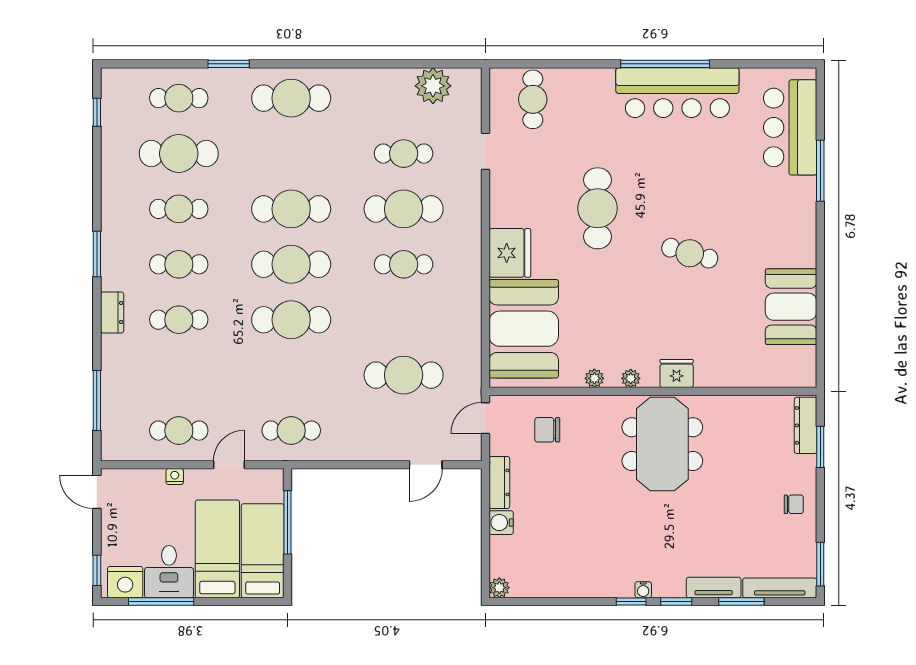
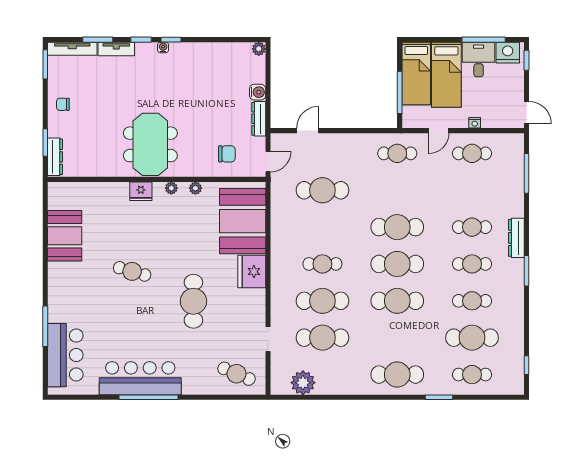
cafe table: (533, 99) -> (237, 374), turned -67
cafe table: (404, 154) -> (322, 338), width x1.37, depth x1.35
dresser: (112, 313) -> (516, 238), width x1.44

